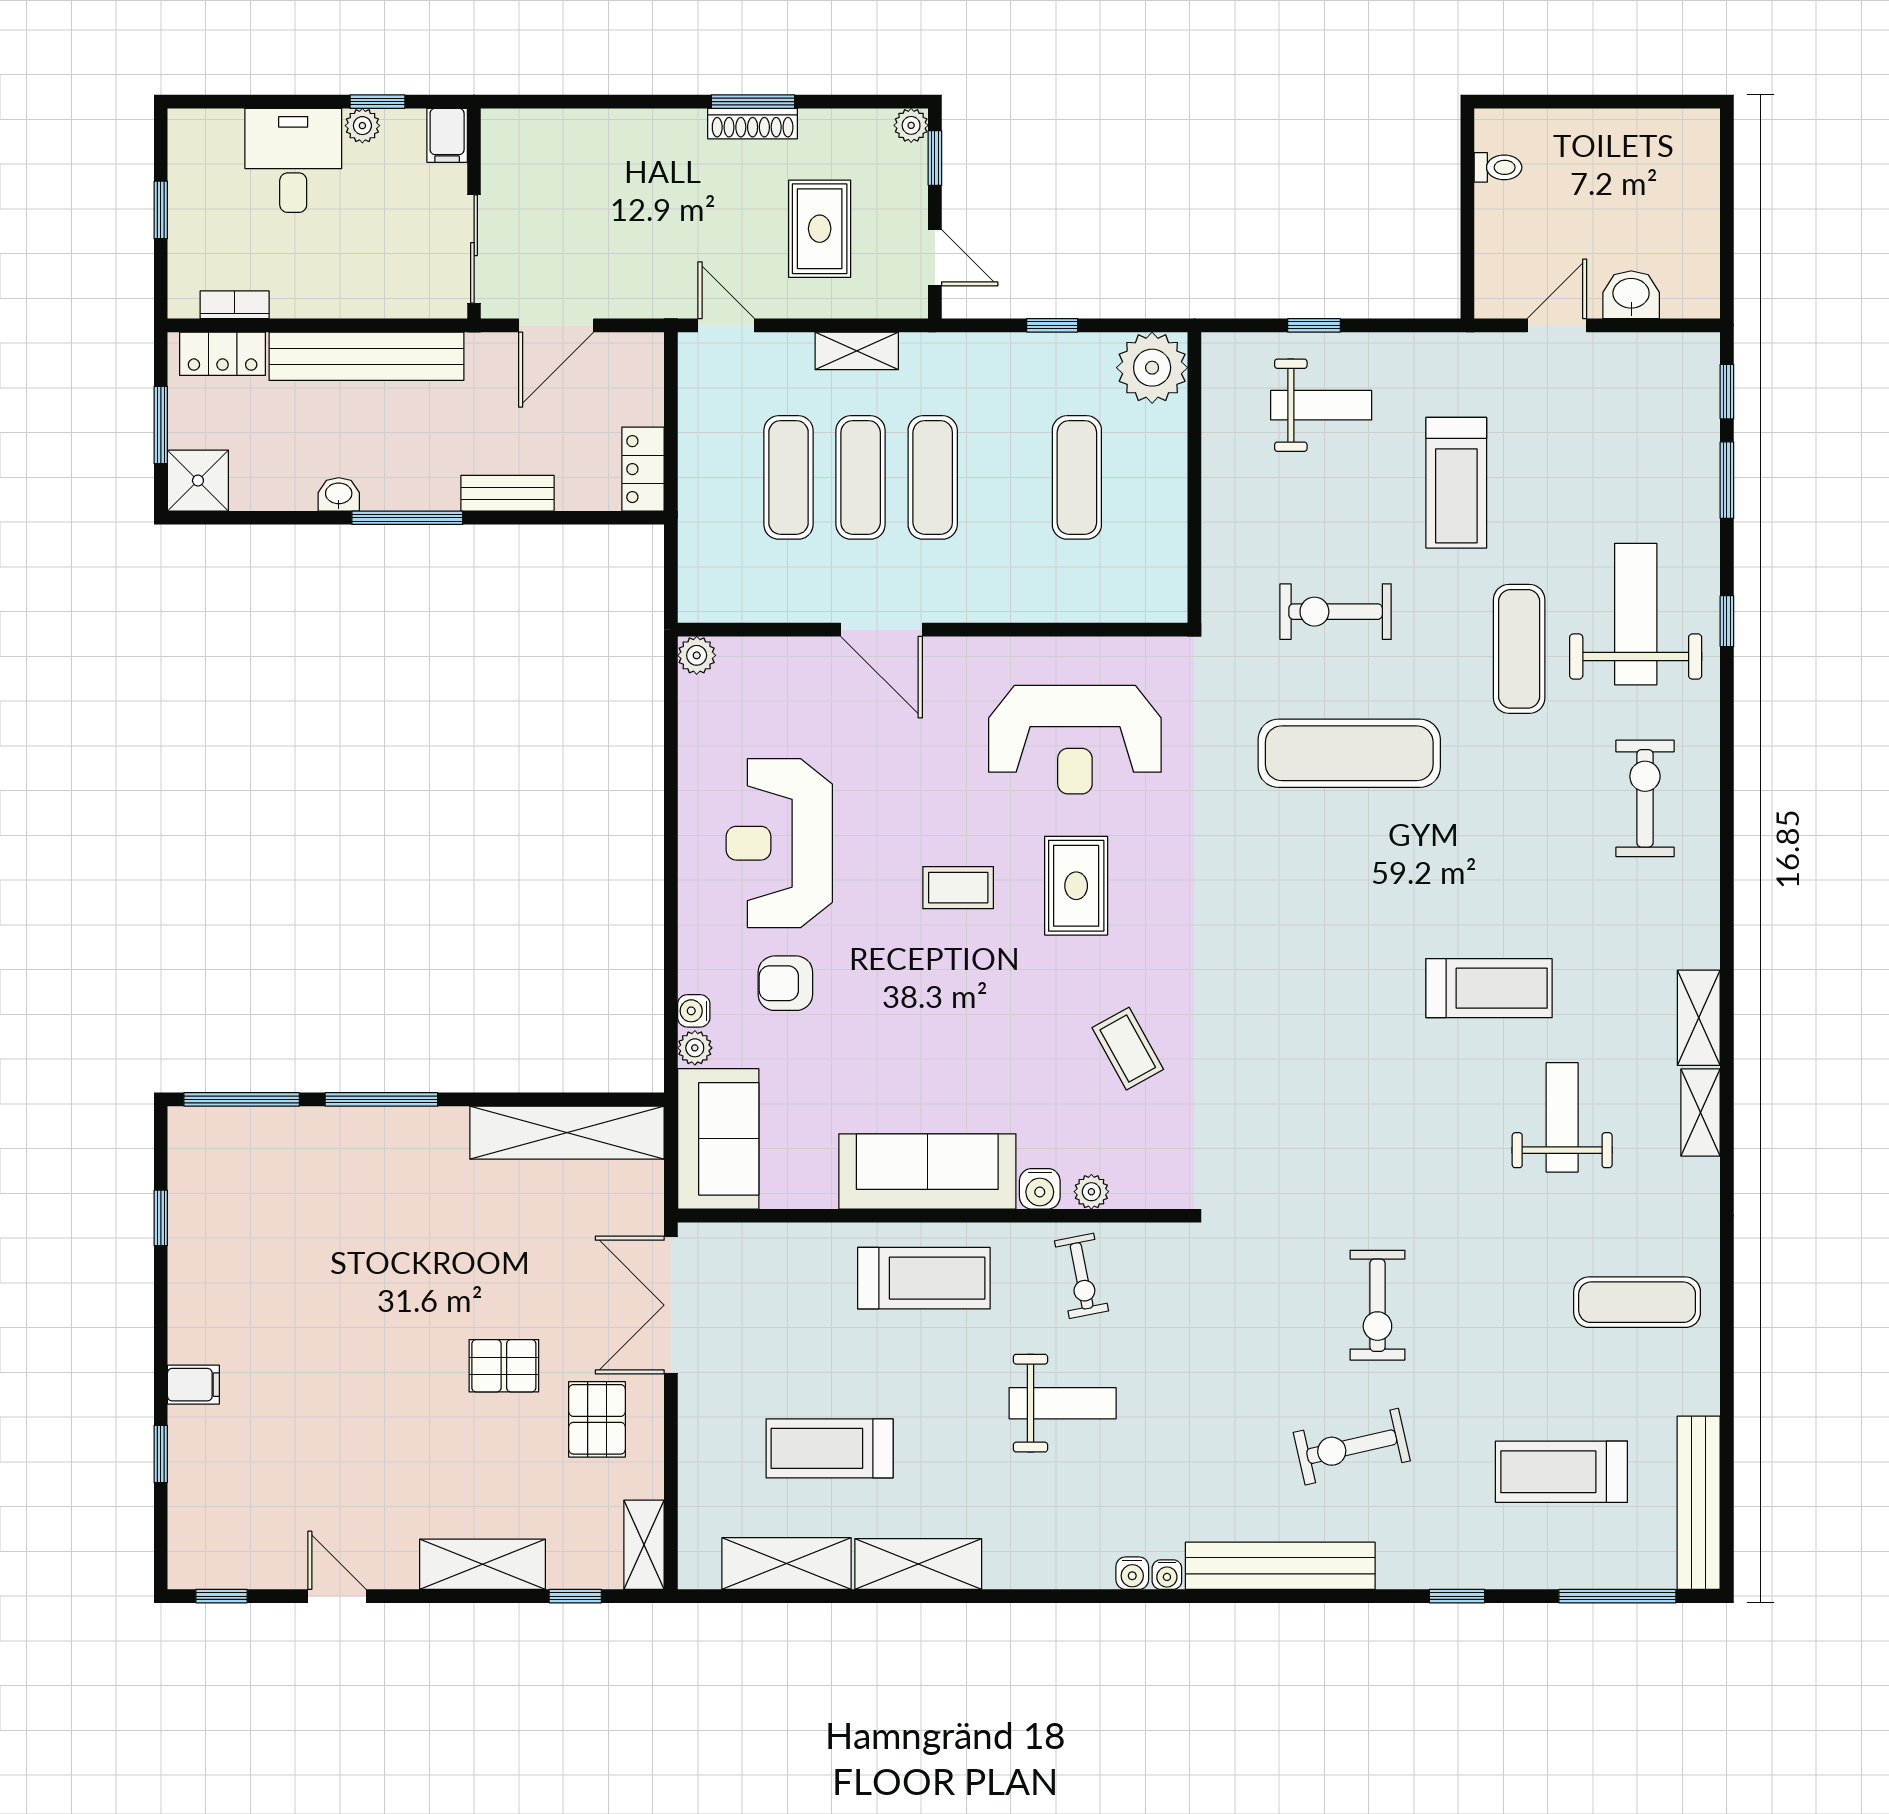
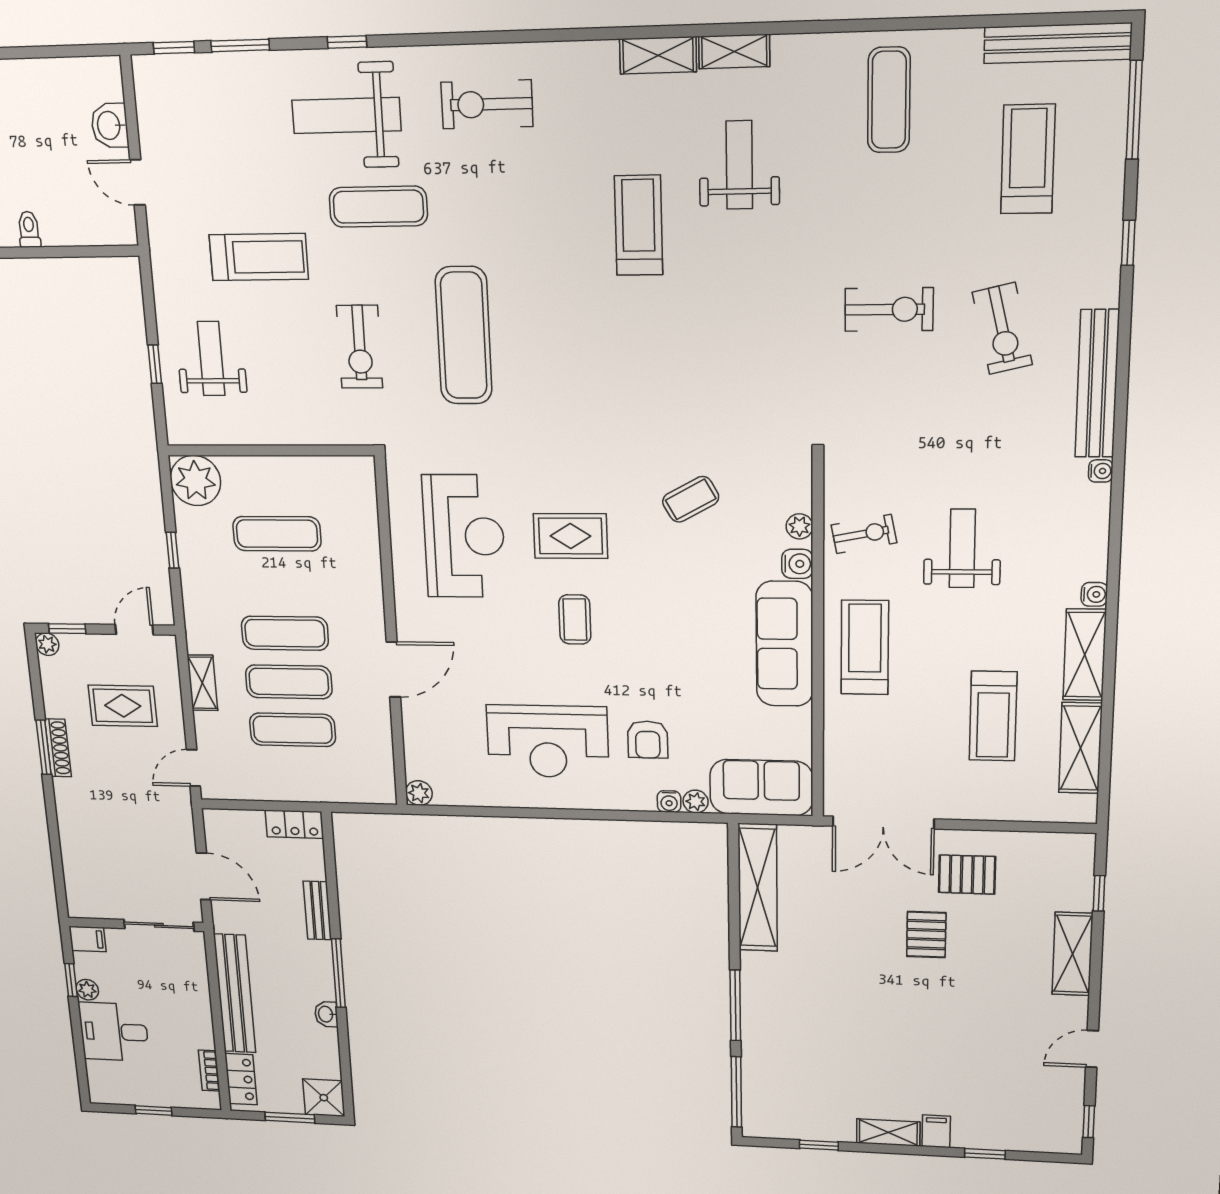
weight bench: (1562, 1117) -> (739, 165), turned 90
treadmill: (1561, 1472) -> (1028, 159), turned 180
shelving: (644, 1545) -> (888, 1132), moved
water cooler: (1132, 1573) -> (1094, 594), moved

